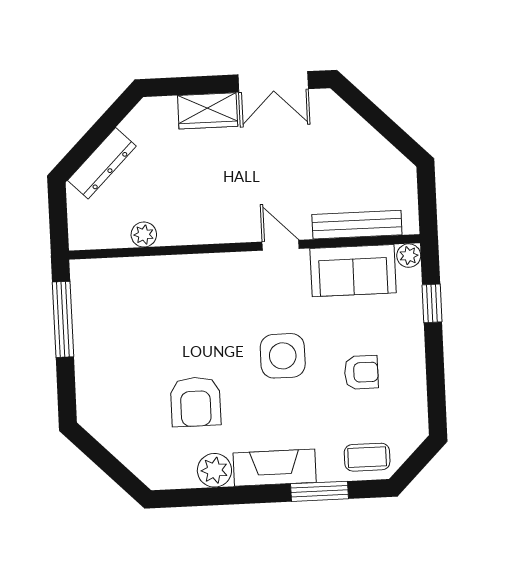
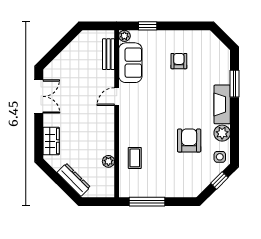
wardrobe: (208, 111) -> (51, 141), moved
bench: (357, 225) -> (109, 54), width x0.73
side table: (283, 356) -> (220, 157), moved, width x0.54, depth x0.54
armchair: (196, 402) -> (189, 141), turned -90
coffee table: (367, 457) -> (135, 158), moved
window: (115, 469) -> (219, 180), added

